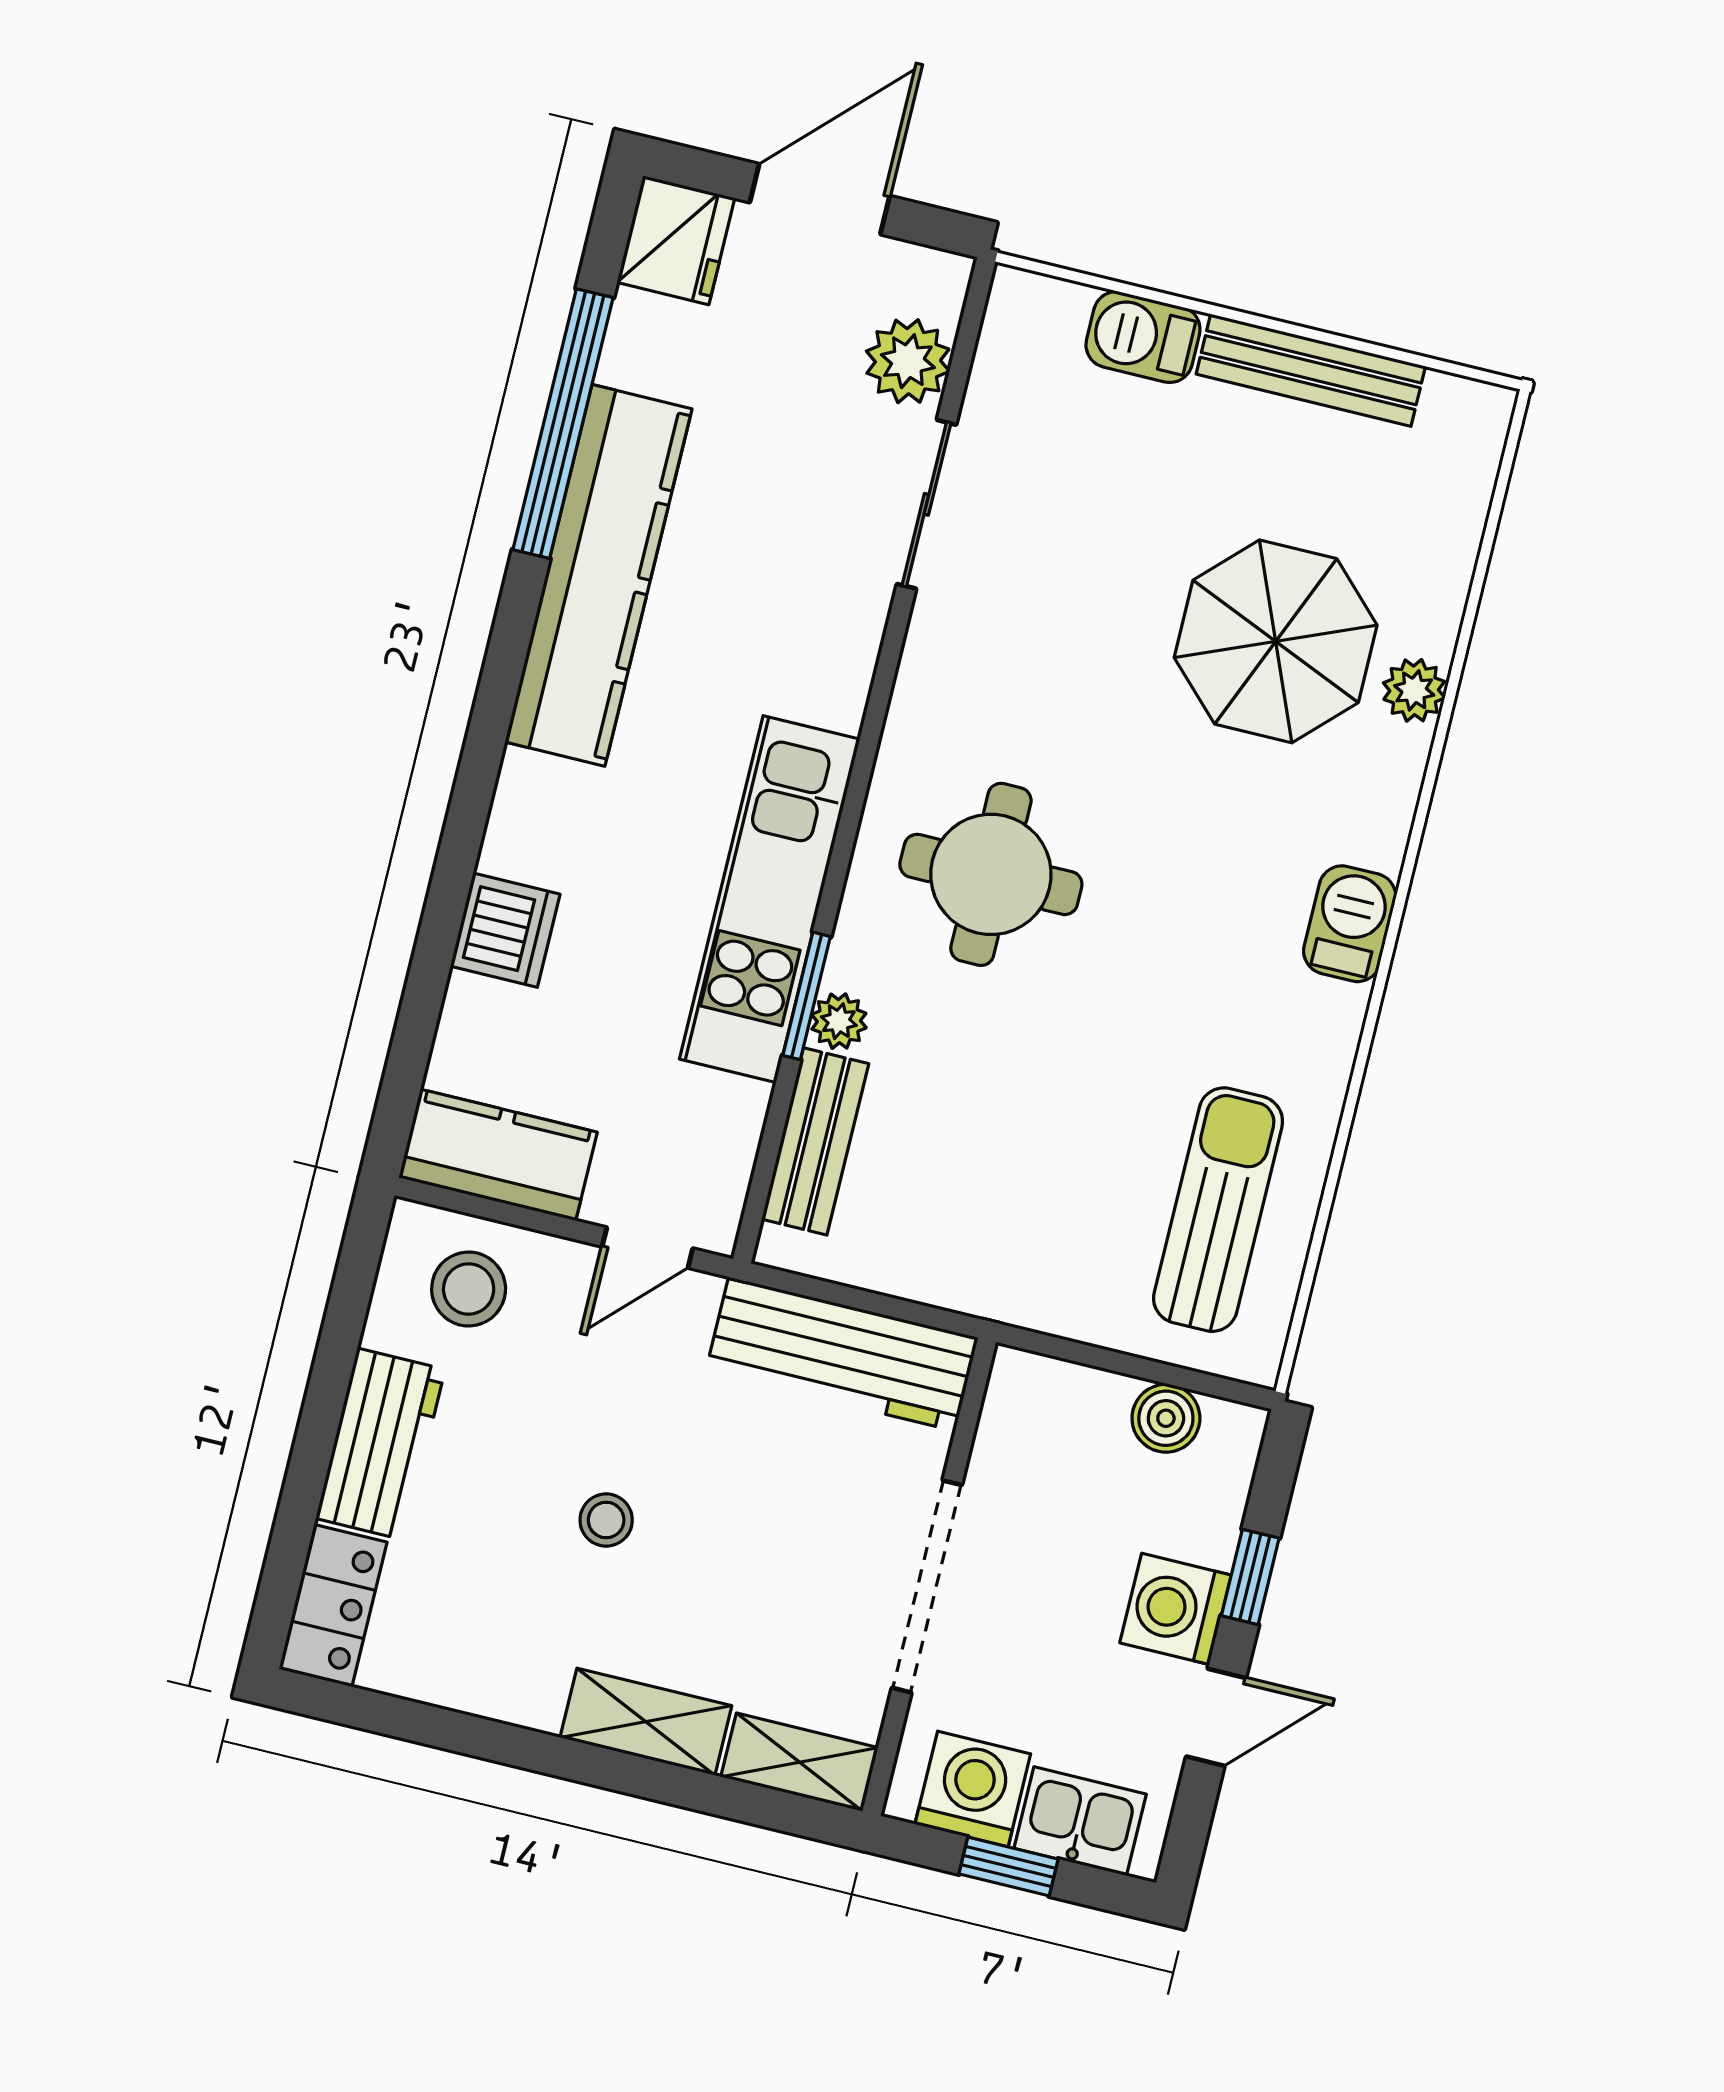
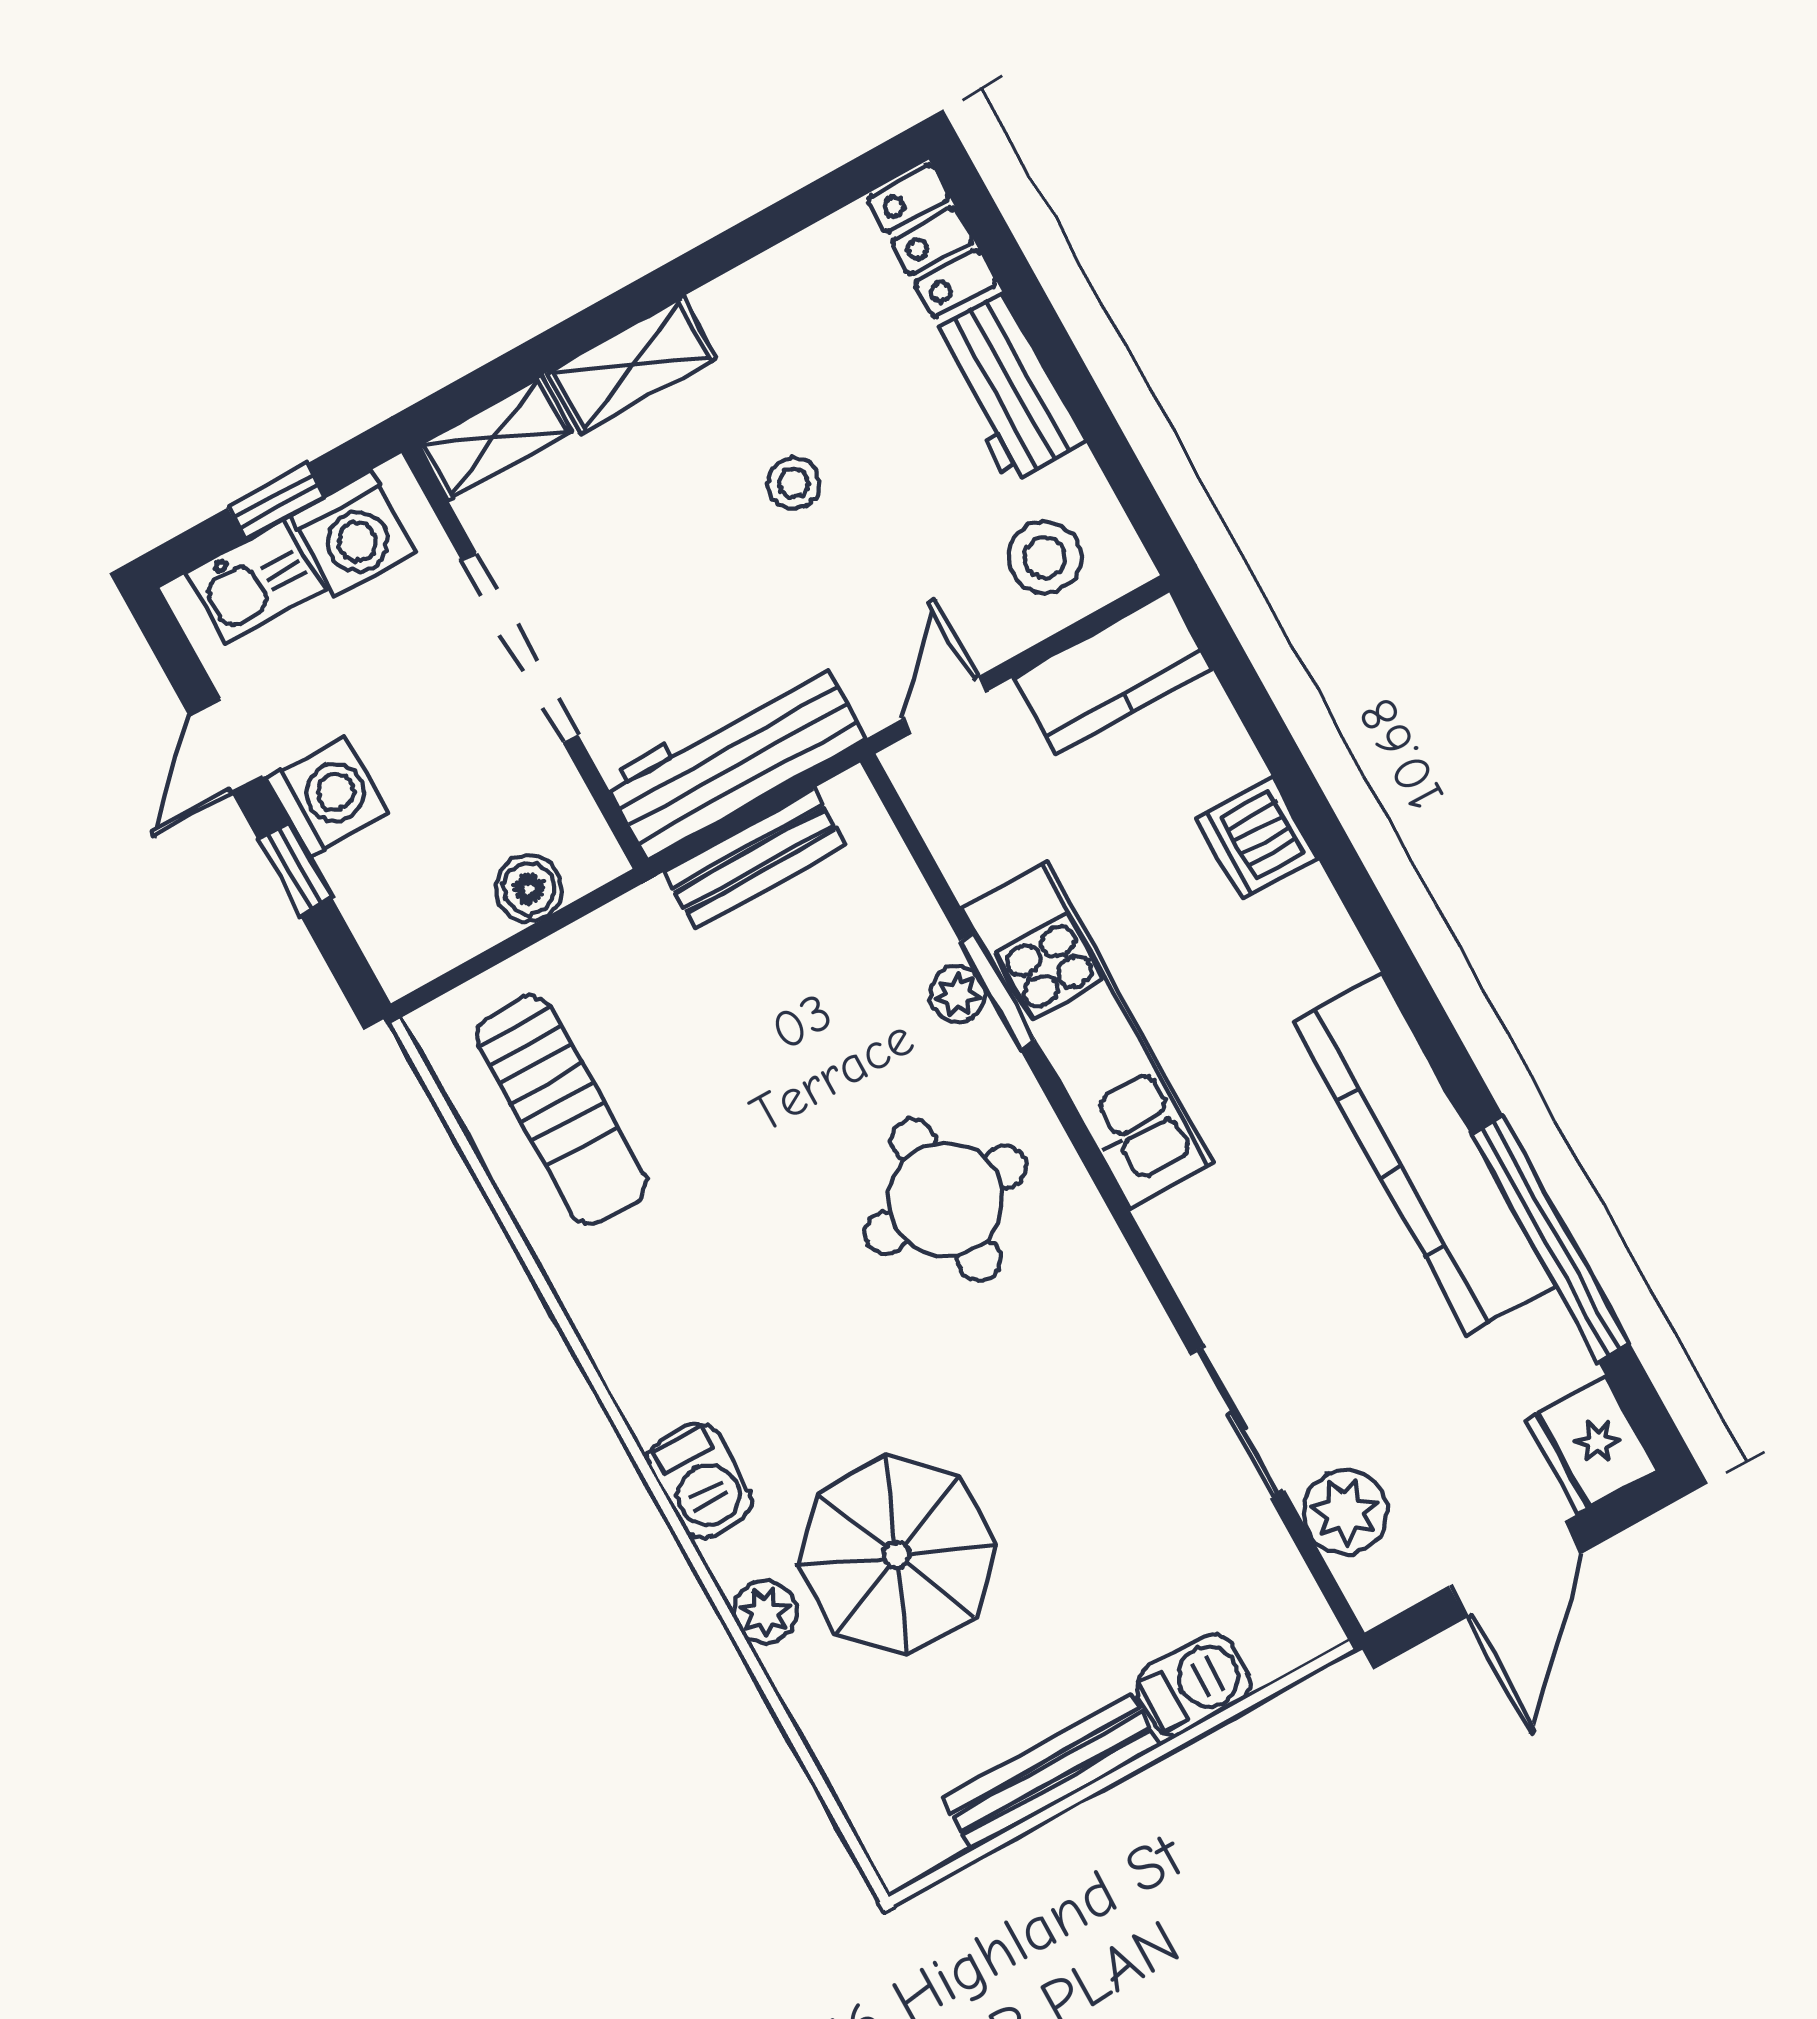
barbecue: (1350, 924) -> (700, 1480), moved
bench: (815, 1141) -> (754, 859), moved, turned 90
boiler: (1166, 1418) -> (529, 889), moved

